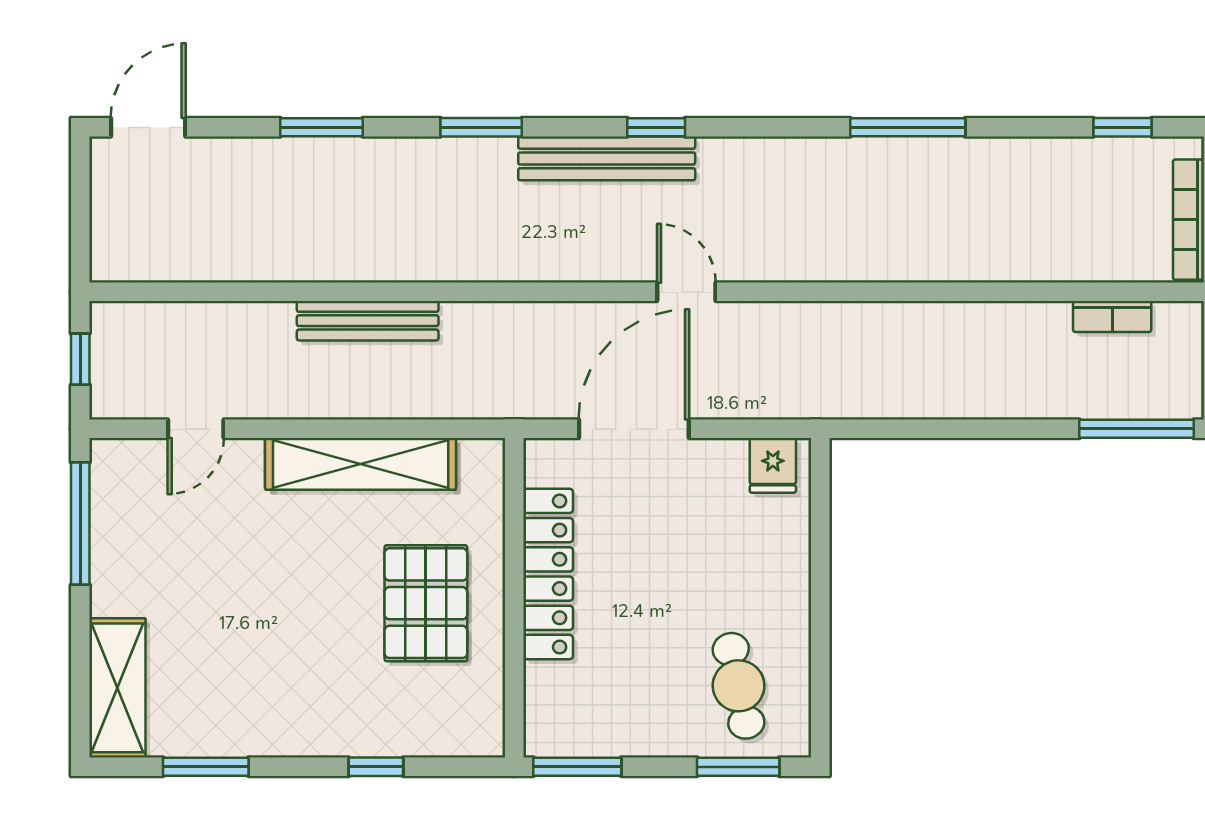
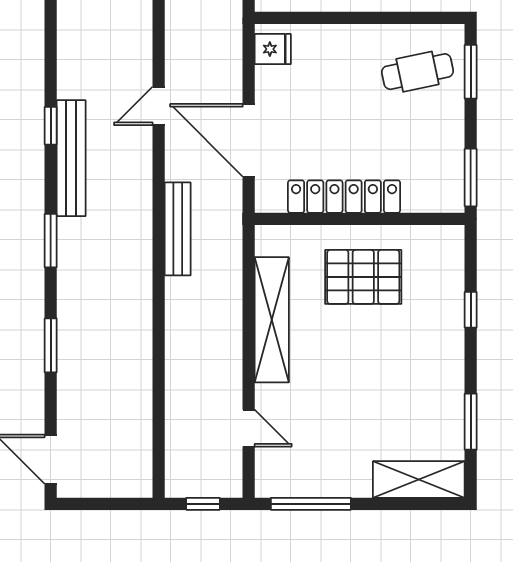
bench: (368, 321) -> (178, 229), moved

